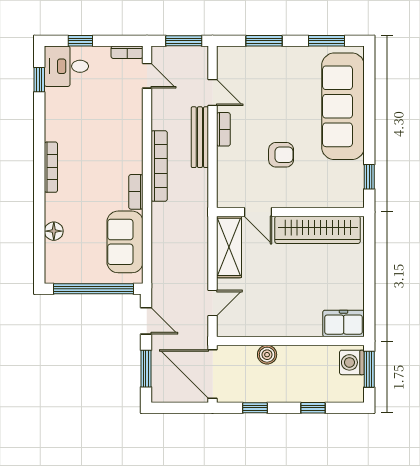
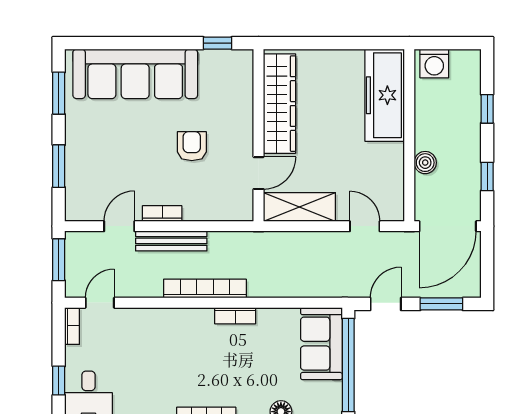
sofa: (125, 242) -> (321, 344), moved, turned 90
freezer: (344, 323) -> (385, 95), width x1.91, depth x1.26
window: (369, 369) -> (442, 43), removed

